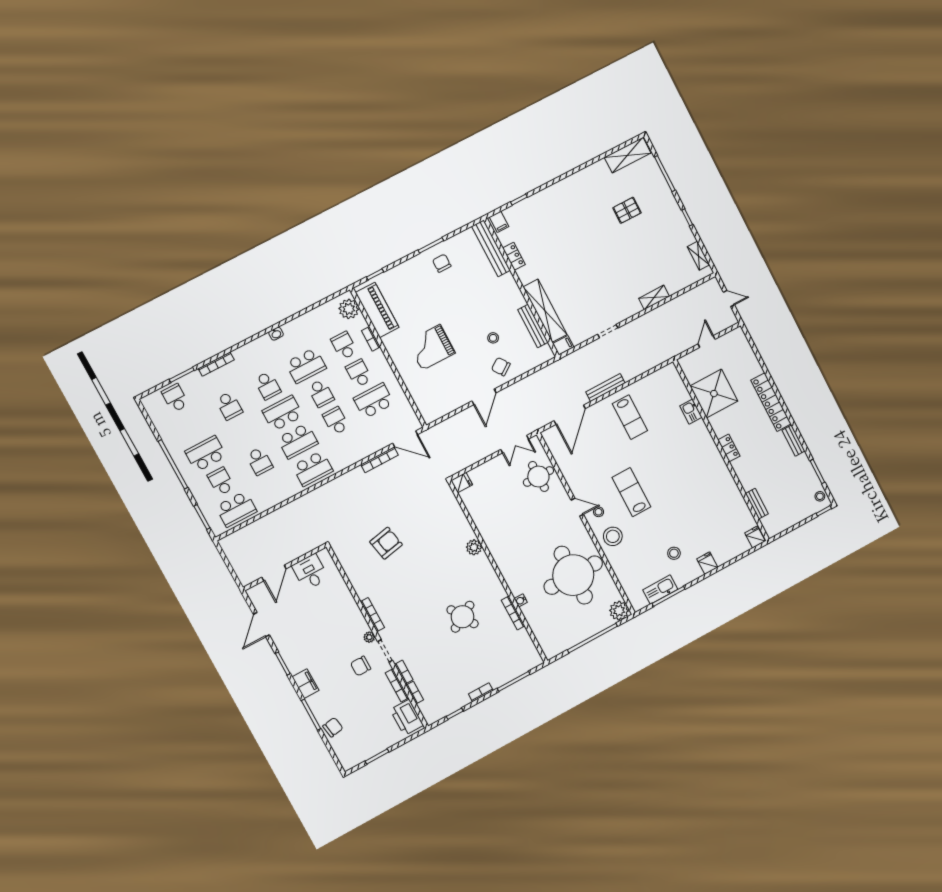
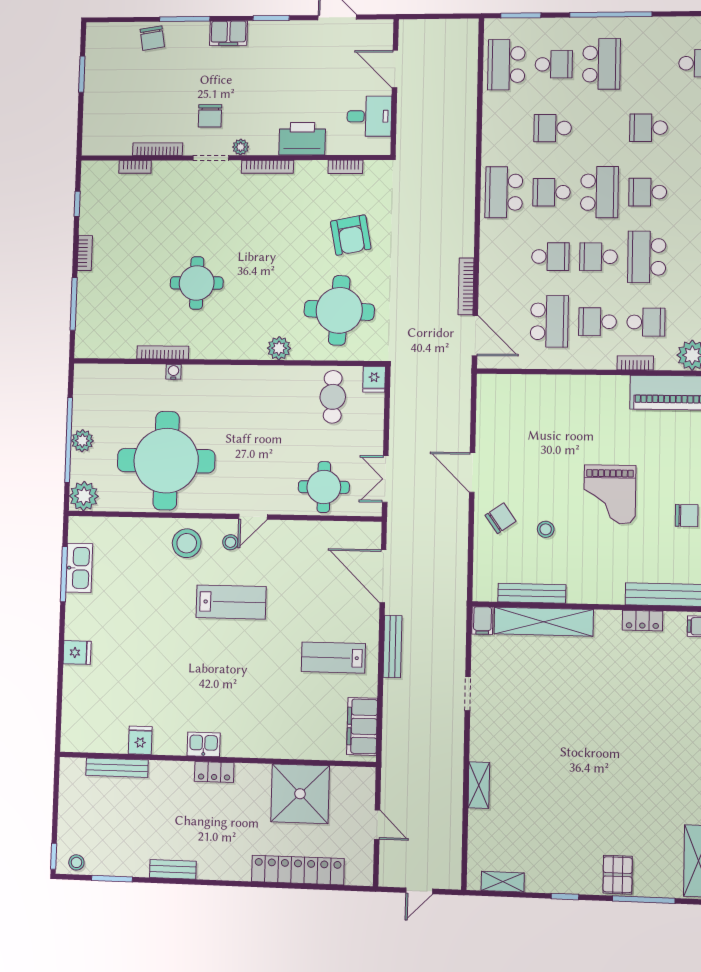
pallet: (627, 210) -> (618, 875), moved
grand piano: (431, 347) -> (610, 494), moved, turned 180
school desk: (359, 373) -> (597, 322), turned 180
filing cabinet: (658, 380) -> (362, 726), added
locker: (771, 402) -> (298, 870), moved
kitchen sink: (691, 412) -> (204, 744), moved
door: (405, 439) -> (475, 336), swing flipped
school desk: (298, 441) -> (552, 192), width x0.54
cafe table: (485, 501) -> (333, 397), added
bench: (757, 504) -> (117, 768), width x1.36
round table: (433, 525) -> (339, 310), added
fridge: (755, 537) -> (140, 740), moved, turned -90
stool: (674, 553) -> (116, 614), removed
round table: (463, 617) -> (197, 283), turned 30
plant: (589, 630) -> (82, 441), added
chair: (361, 666) -> (210, 116), turned 180
bookcase: (404, 672) -> (345, 167), moved
printer: (407, 717) -> (302, 139), moved

